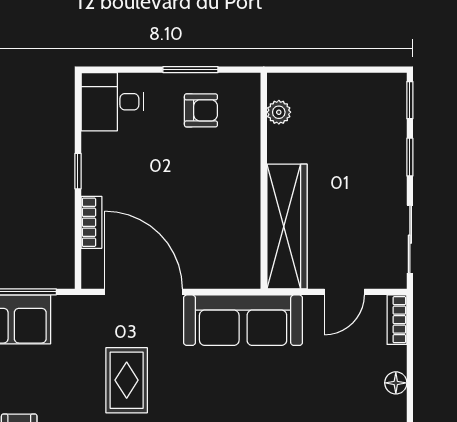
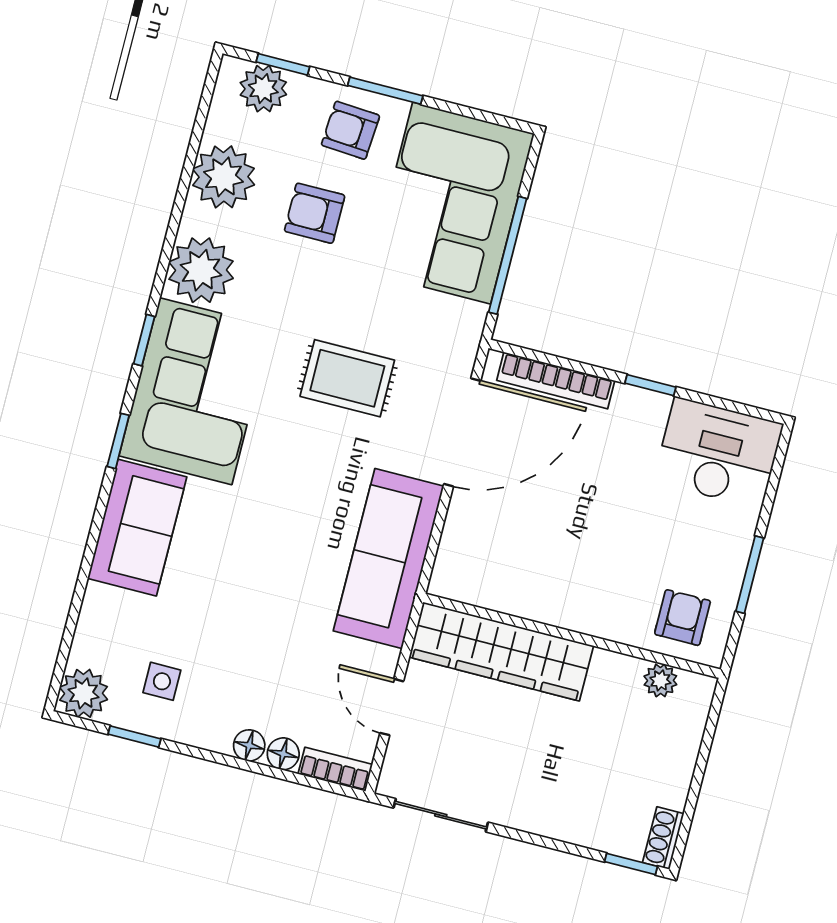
shoe rack: (386, 83) -> (663, 838), added
desk: (112, 102) -> (718, 453), width x1.37
armchair: (201, 110) -> (683, 618), moved, turned 180
window: (410, 157) -> (553, 844), removed
bookcase: (91, 222) -> (556, 380), width x1.56
floor lamp: (396, 358) -> (283, 754), added

